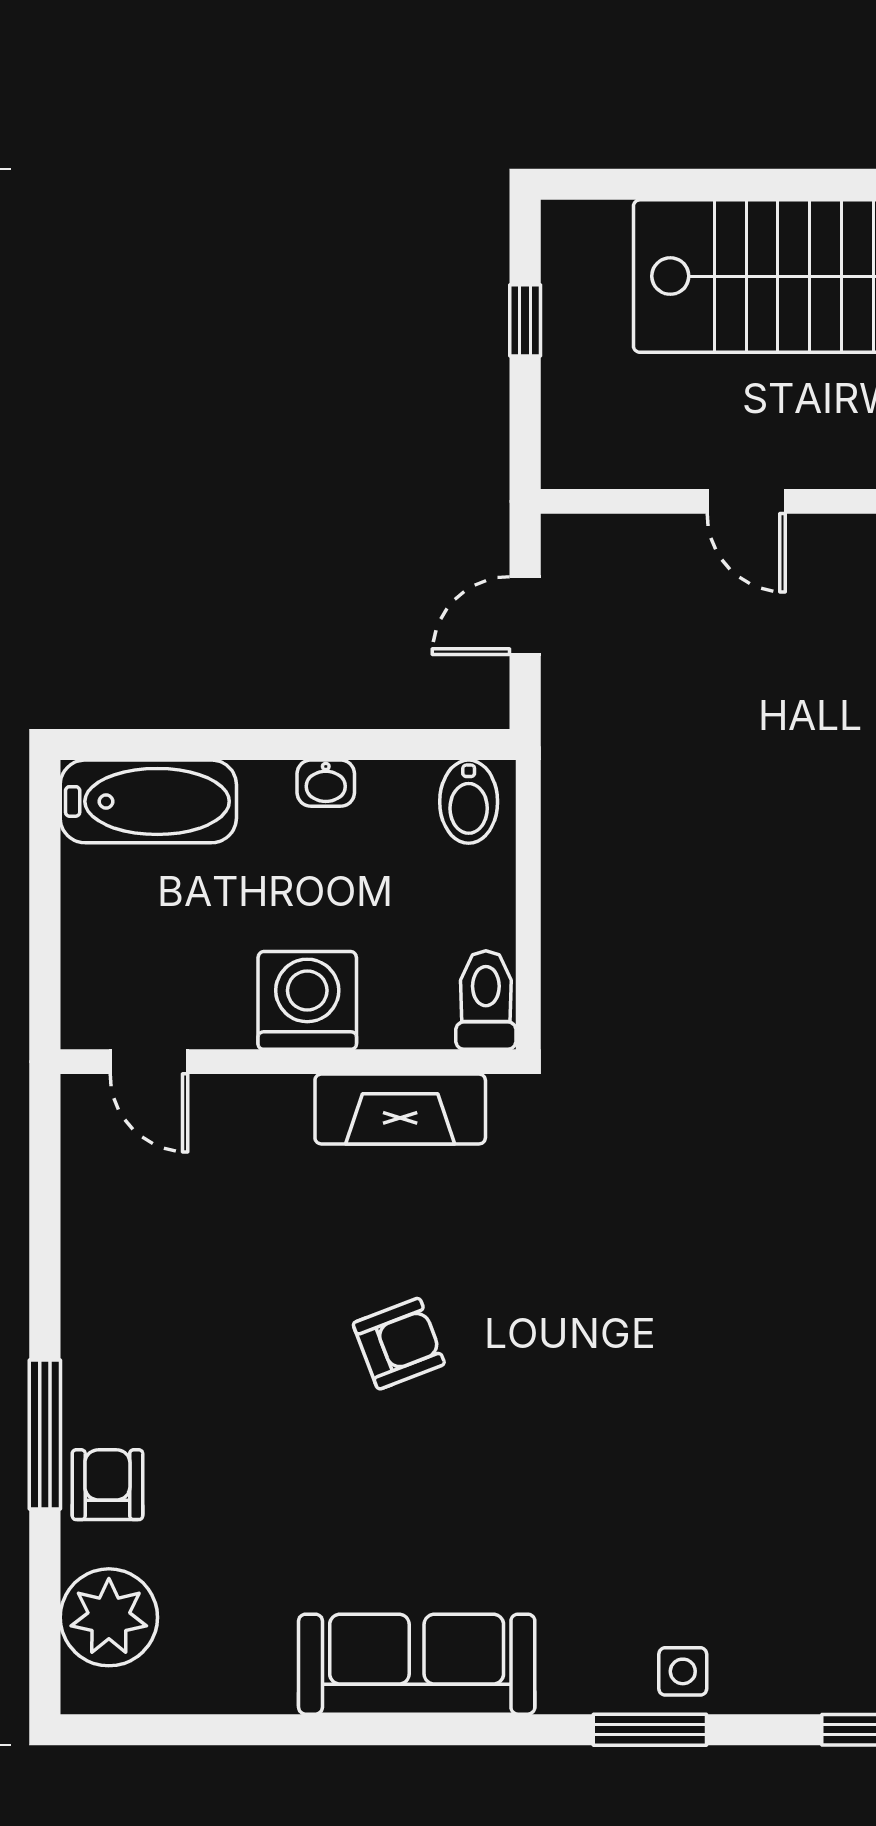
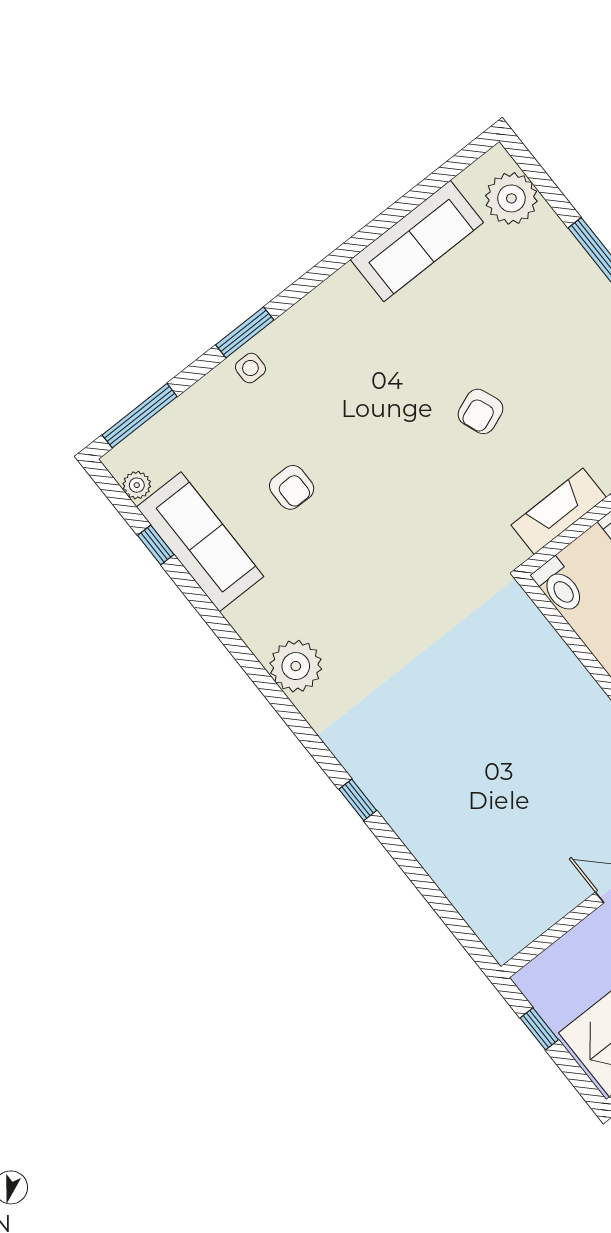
armchair: (107, 1485) -> (292, 487), moved
sofa: (417, 1664) -> (417, 241), moved

